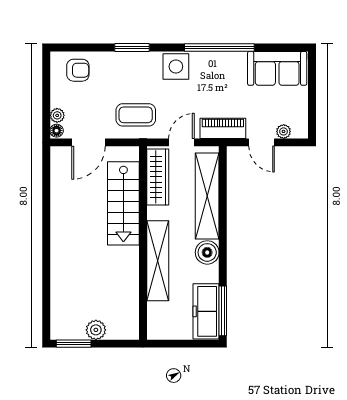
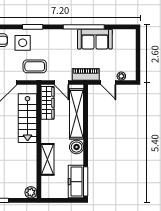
side table: (176, 66) -> (23, 43), moved
sofa: (277, 68) -> (95, 39), moved
door: (181, 142) -> (61, 83), swing flipped
shelving: (158, 261) -> (48, 159), width x0.68
plant: (96, 330) -> (31, 192), moved

